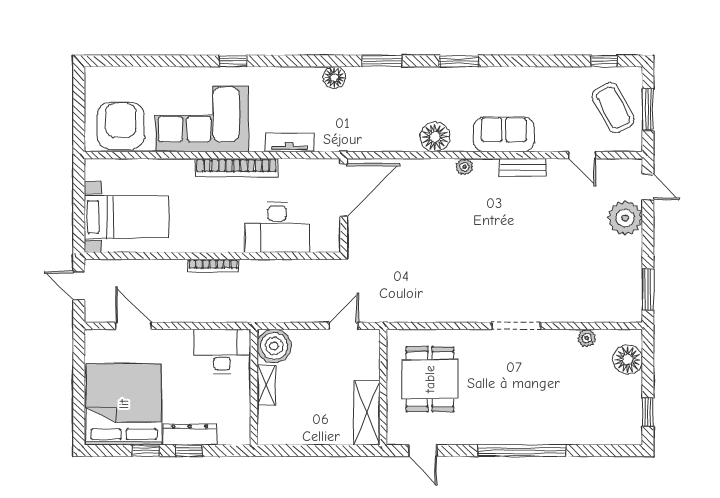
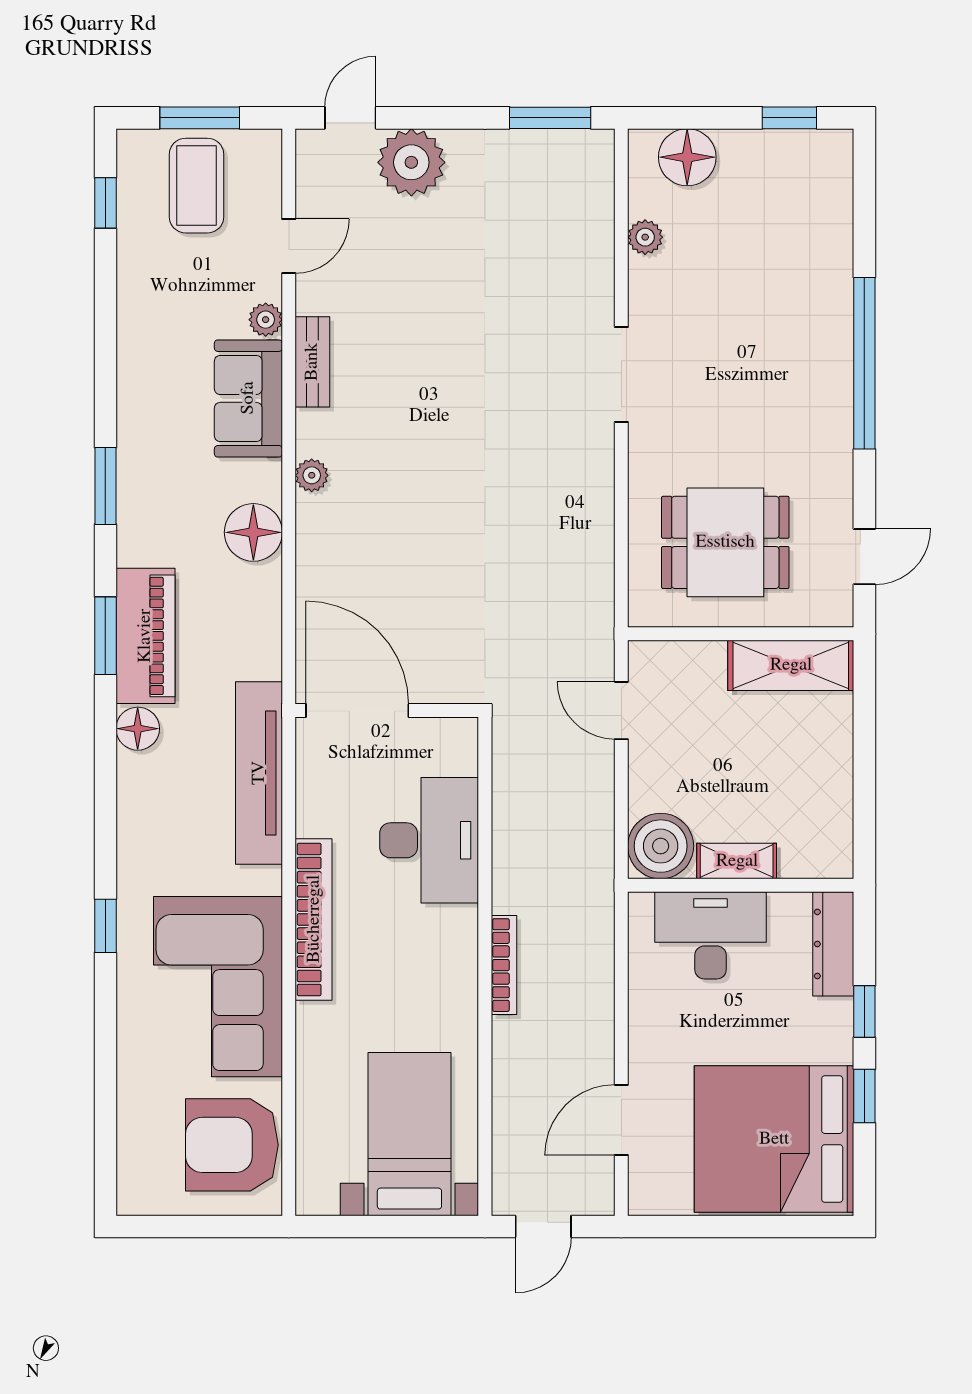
piano: (382, 82) -> (145, 636), added
coffee table: (613, 108) -> (197, 186), turned -62
tv unit: (289, 142) -> (259, 773), width x1.92, depth x1.29
plant: (544, 143) -> (266, 320), added
desk: (222, 352) -> (711, 935), moved, turned 90
dresser: (190, 435) -> (833, 944), moved

